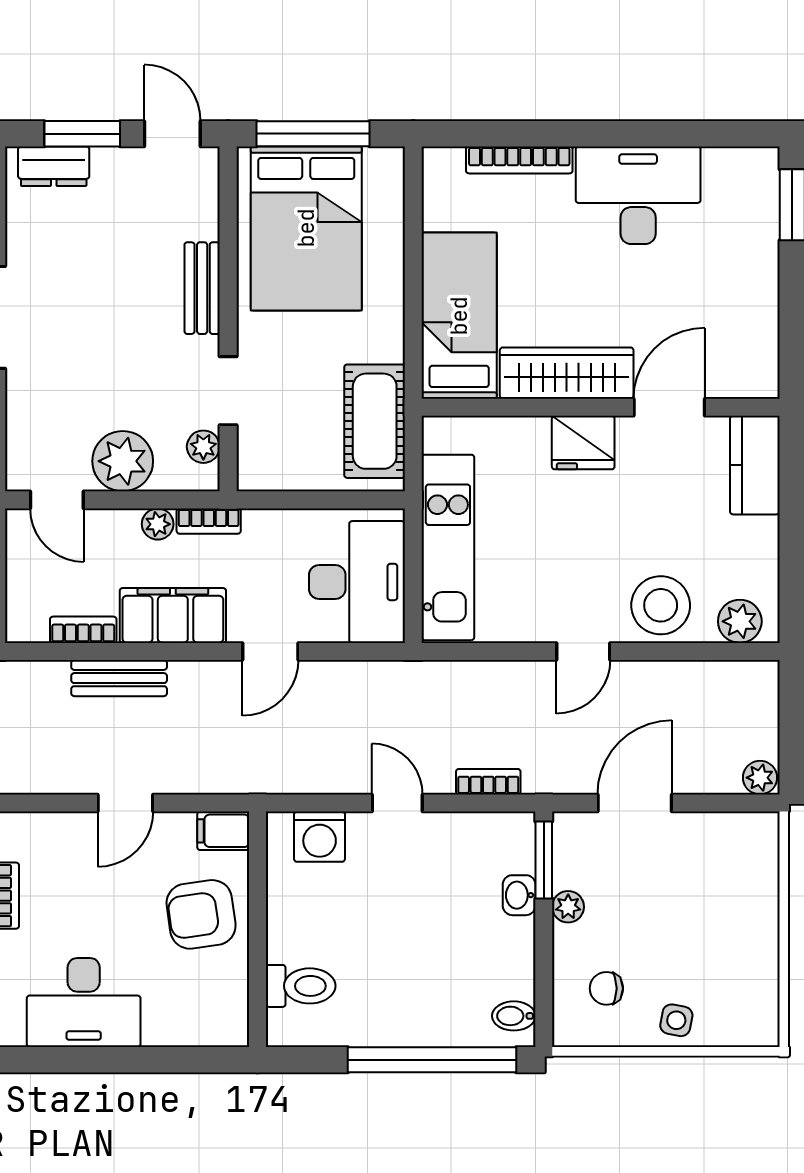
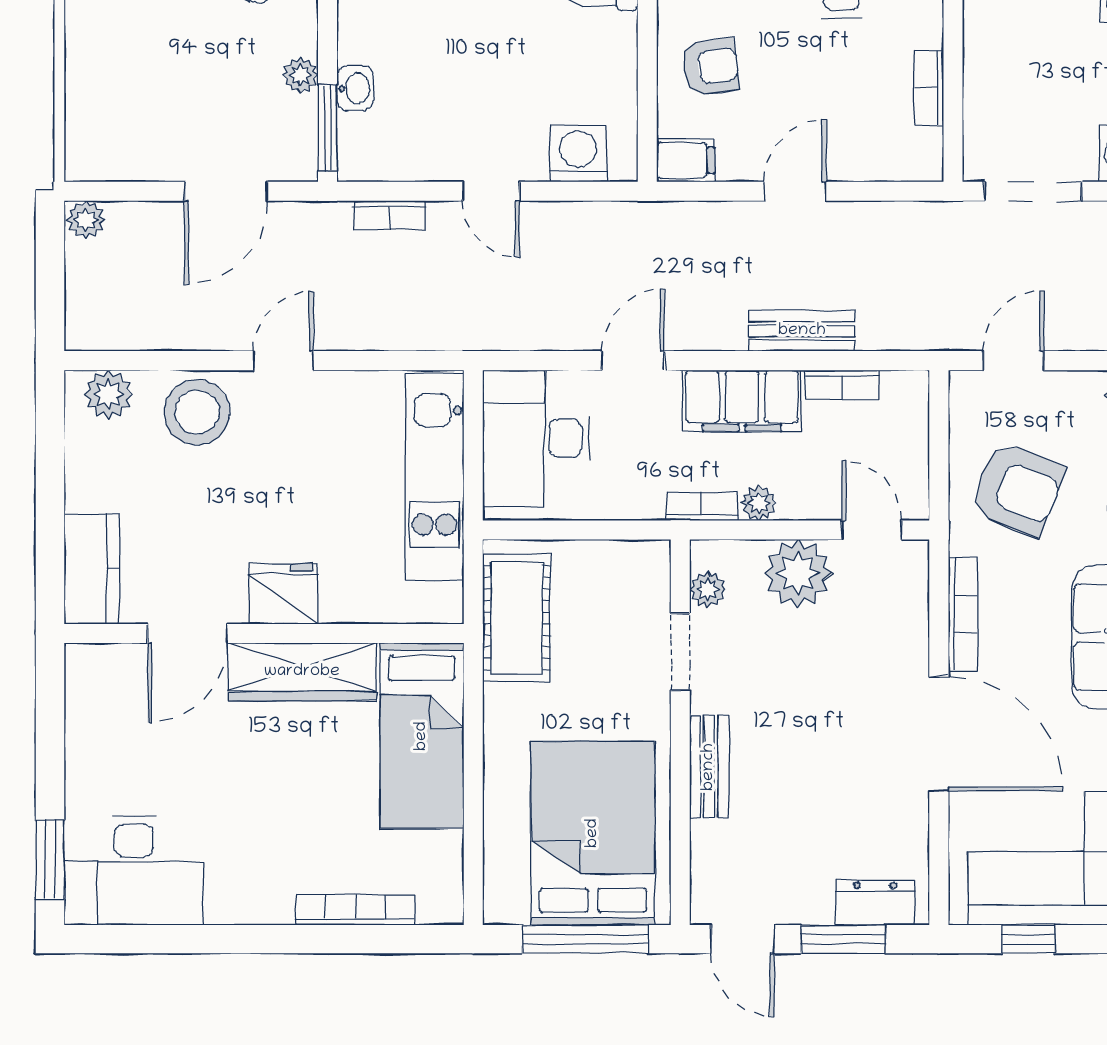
desk: (638, 195) -> (134, 870), moved
armchair: (201, 914) -> (710, 67), width x0.72, depth x0.72

